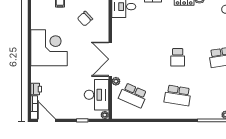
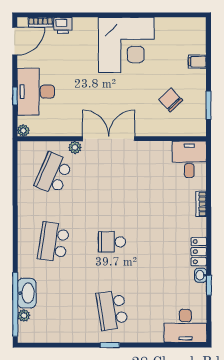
desk: (97, 95) -> (36, 92), moved, turned 90
washbasin: (211, 113) -> (27, 293), added

